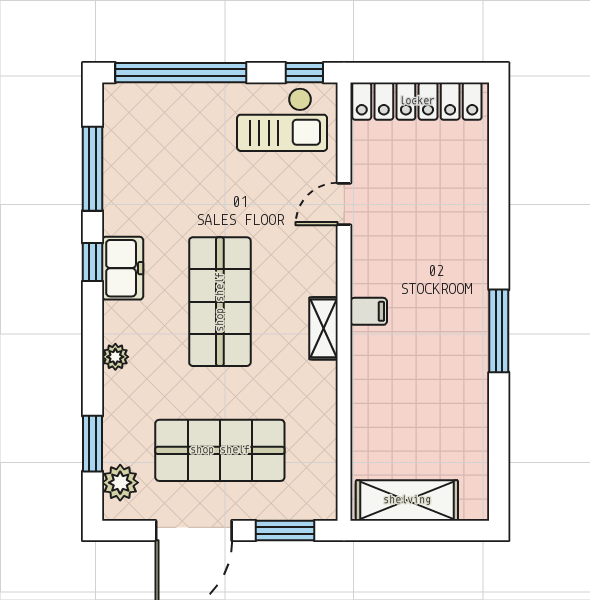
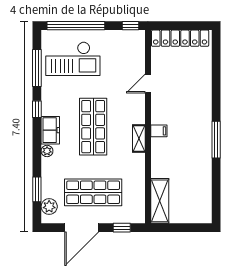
checkout: (282, 120) -> (73, 59), moved, width x1.36, depth x1.21
freezer: (123, 268) -> (50, 130), moved
shelving: (407, 500) -> (160, 201), moved, turned 90
window: (285, 531) -> (122, 228), width x0.67

